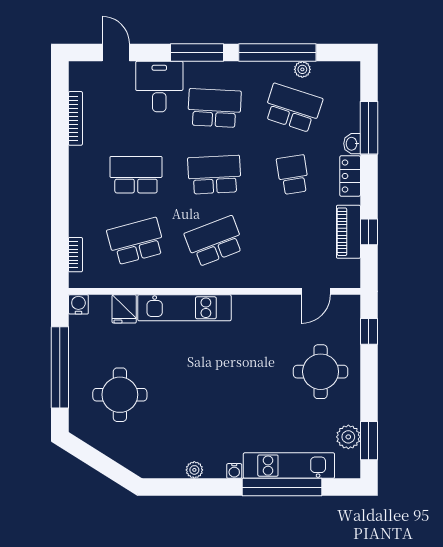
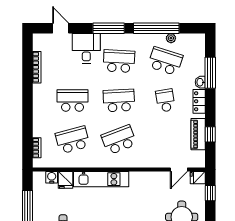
water cooler: (78, 304) -> (52, 177), moved
fridge: (348, 305) -> (198, 178), added

